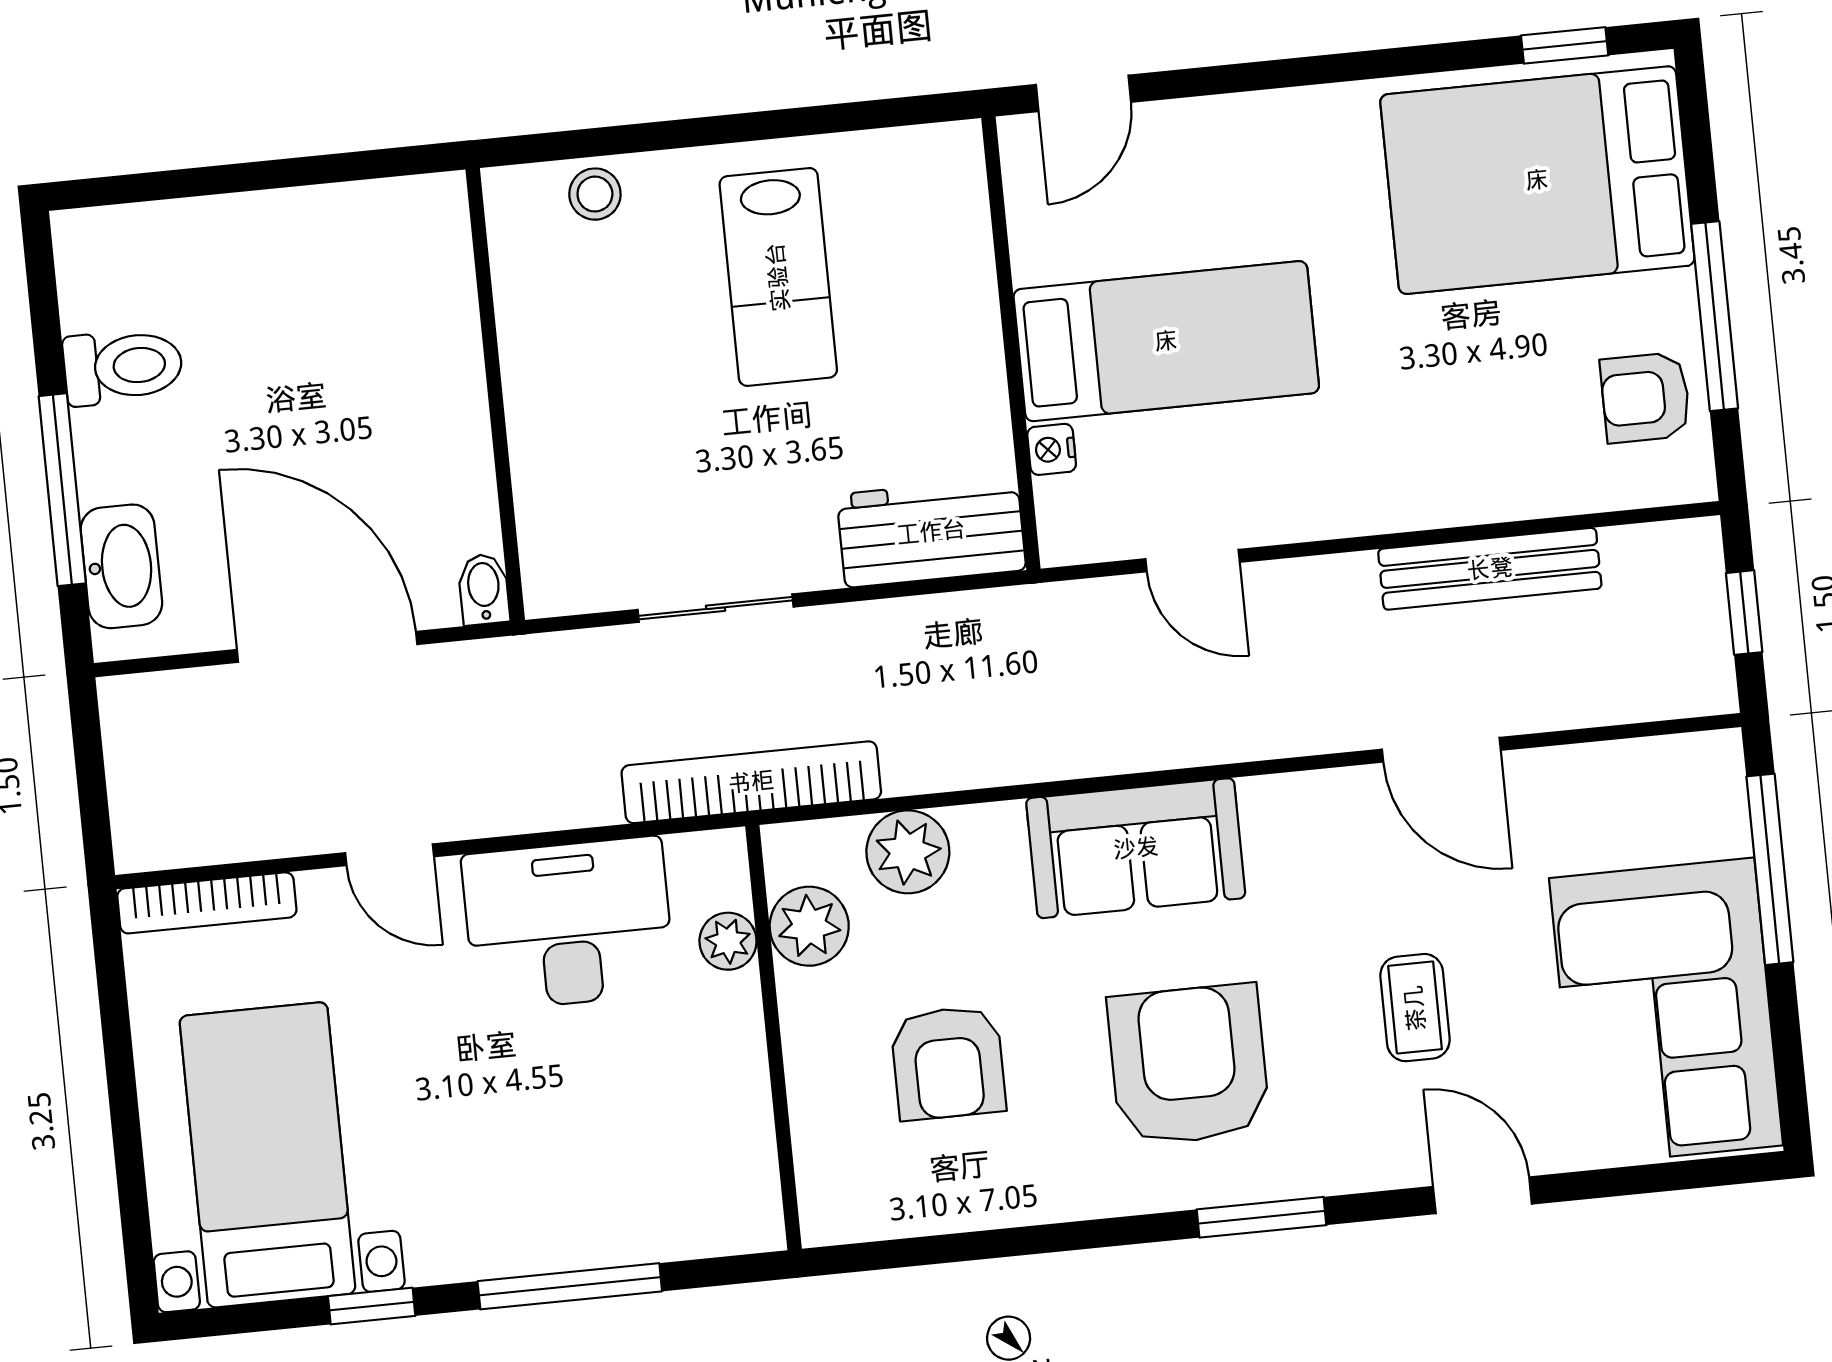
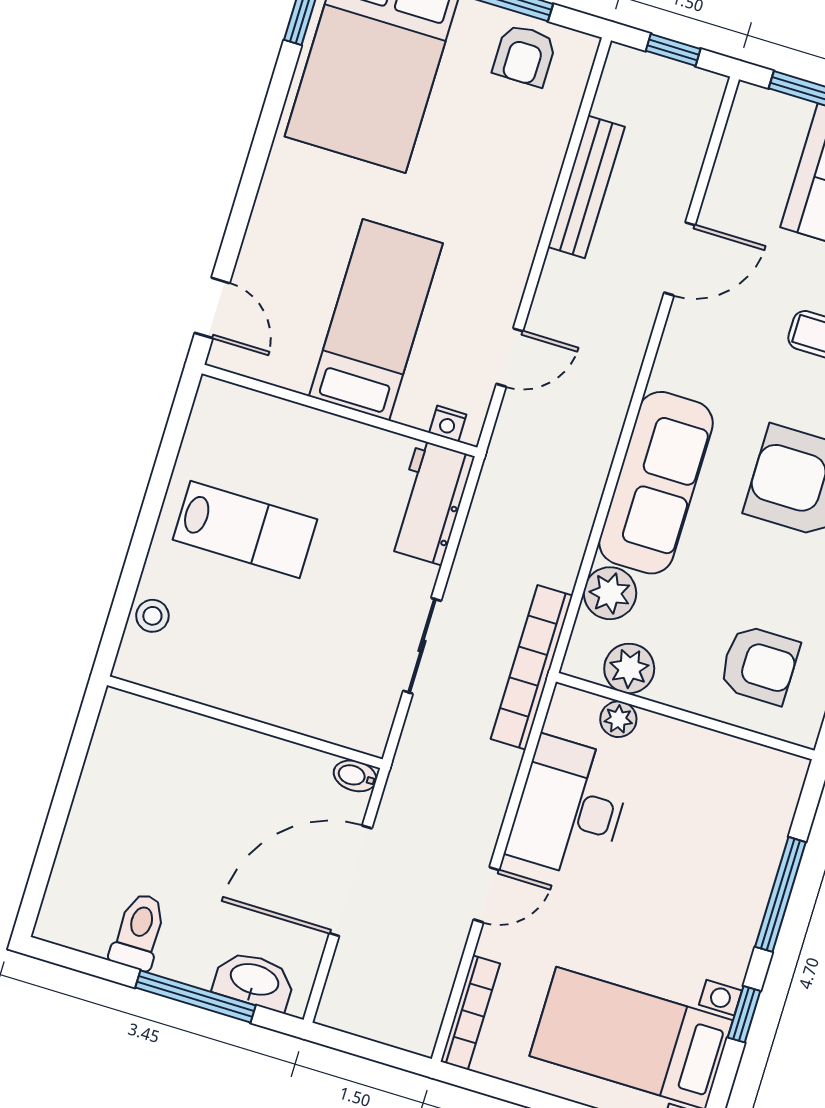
nightstand: (1052, 449) -> (448, 424), moved
sofa: (1136, 848) -> (656, 483), width x1.36
armchair: (948, 1063) -> (759, 665), moved

